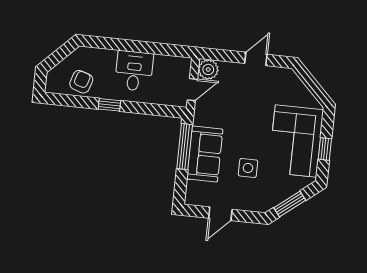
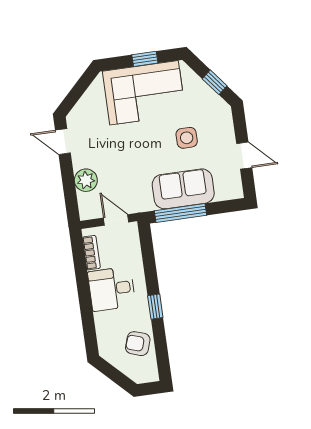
door: (256, 59) -> (63, 142), moved
bookcase: (170, 61) -> (91, 253), added
plant: (208, 69) -> (86, 180), moved
window: (290, 204) -> (215, 82), width x0.67

